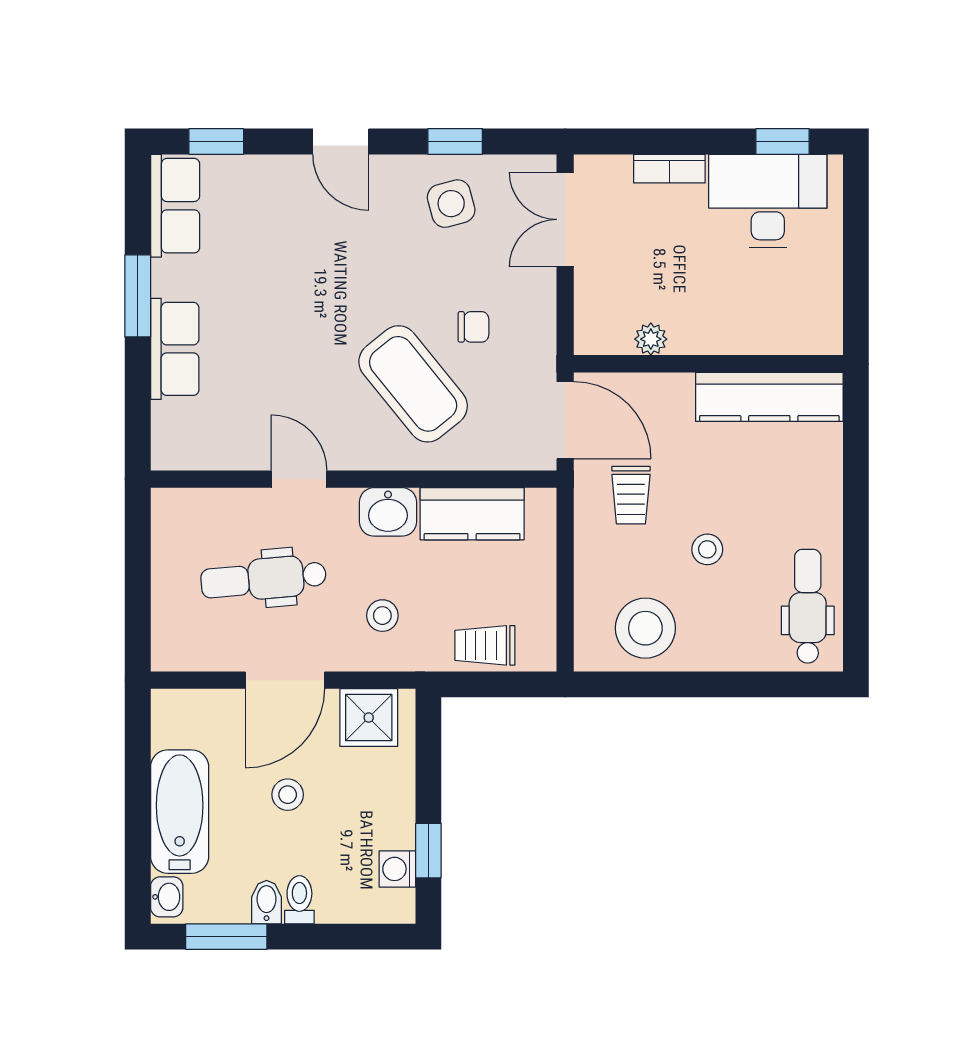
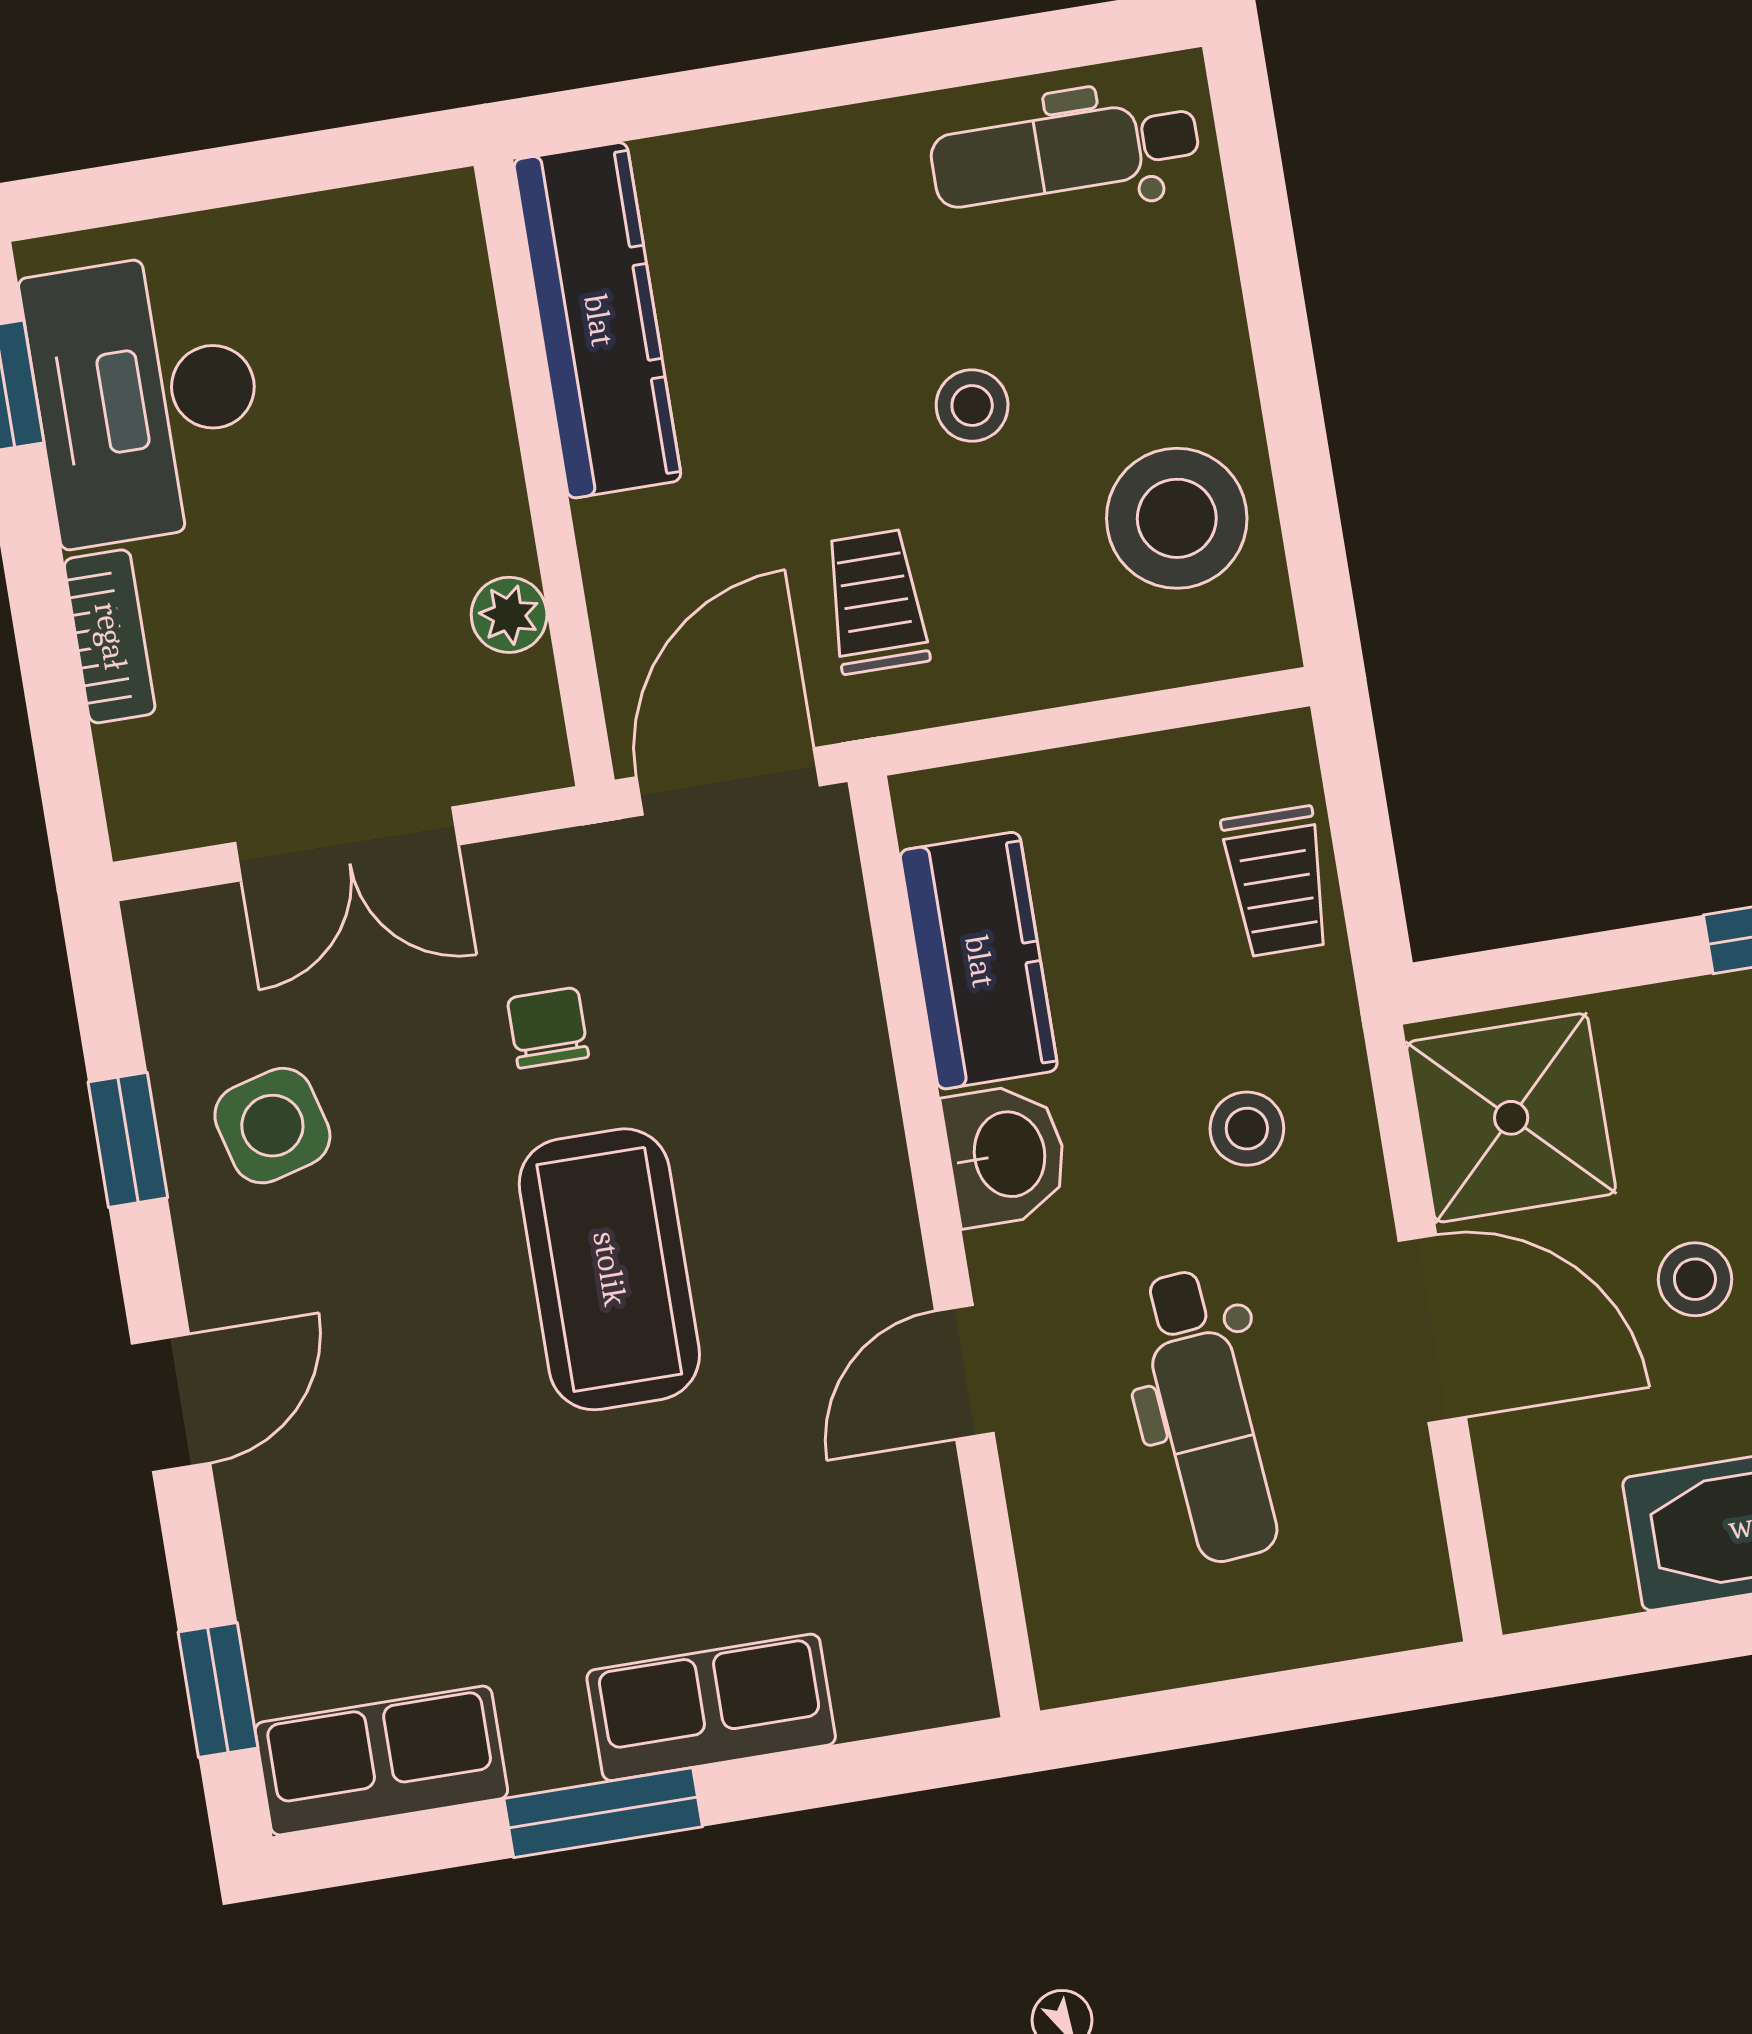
double door: (565, 219) -> (347, 844), moved
coffee table: (413, 384) -> (609, 1269), moved, turned -51
trolley: (631, 495) -> (876, 602), turned -90
shower: (369, 718) -> (1511, 1118), width x1.36, depth x1.36

